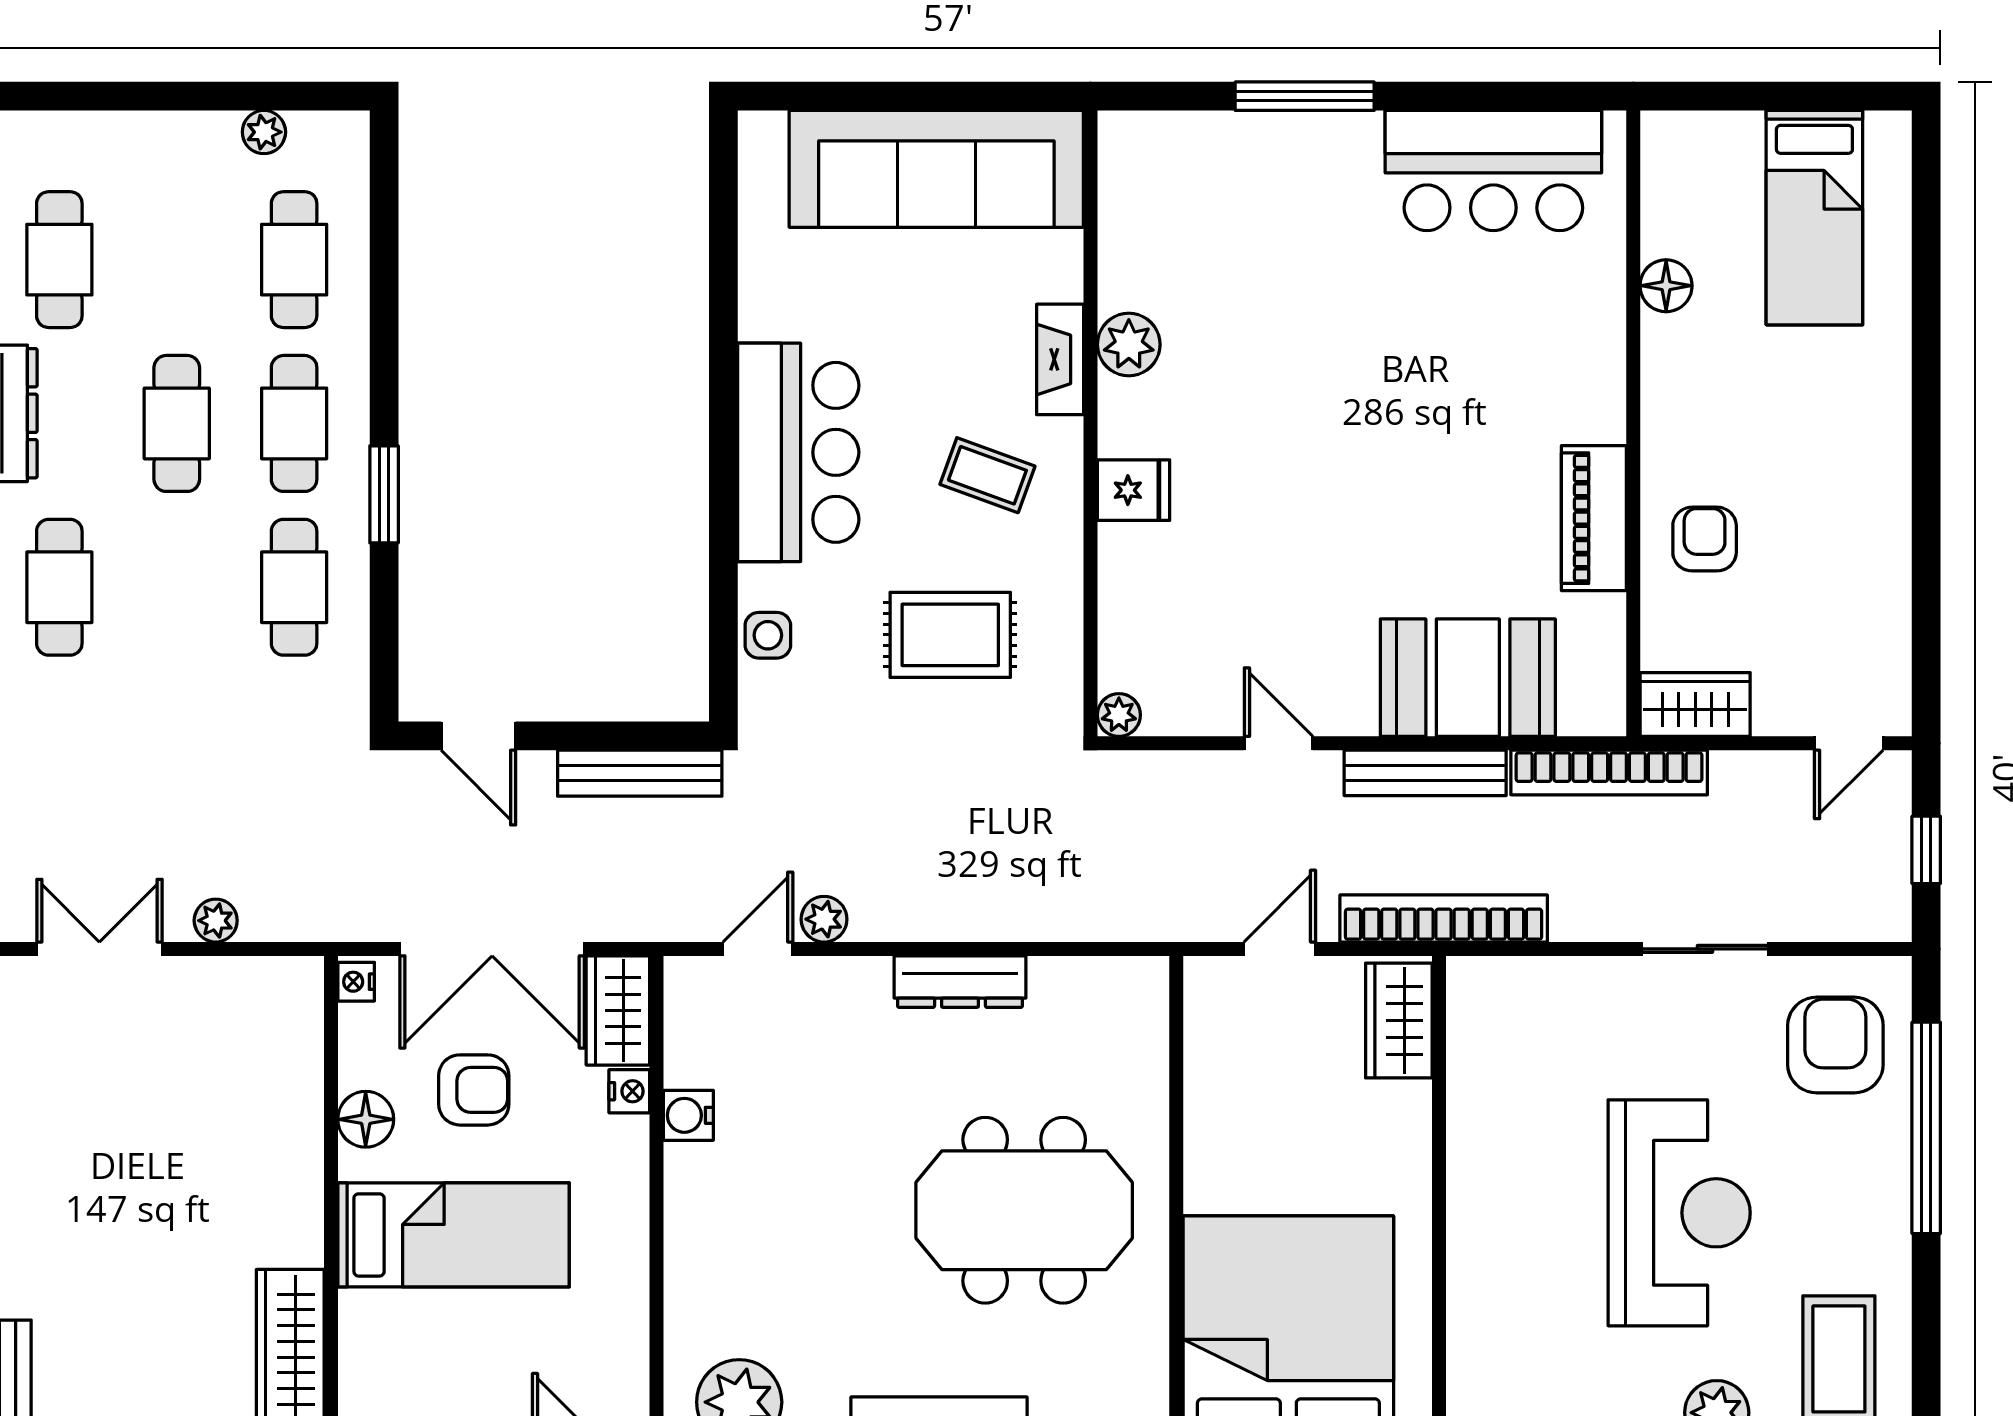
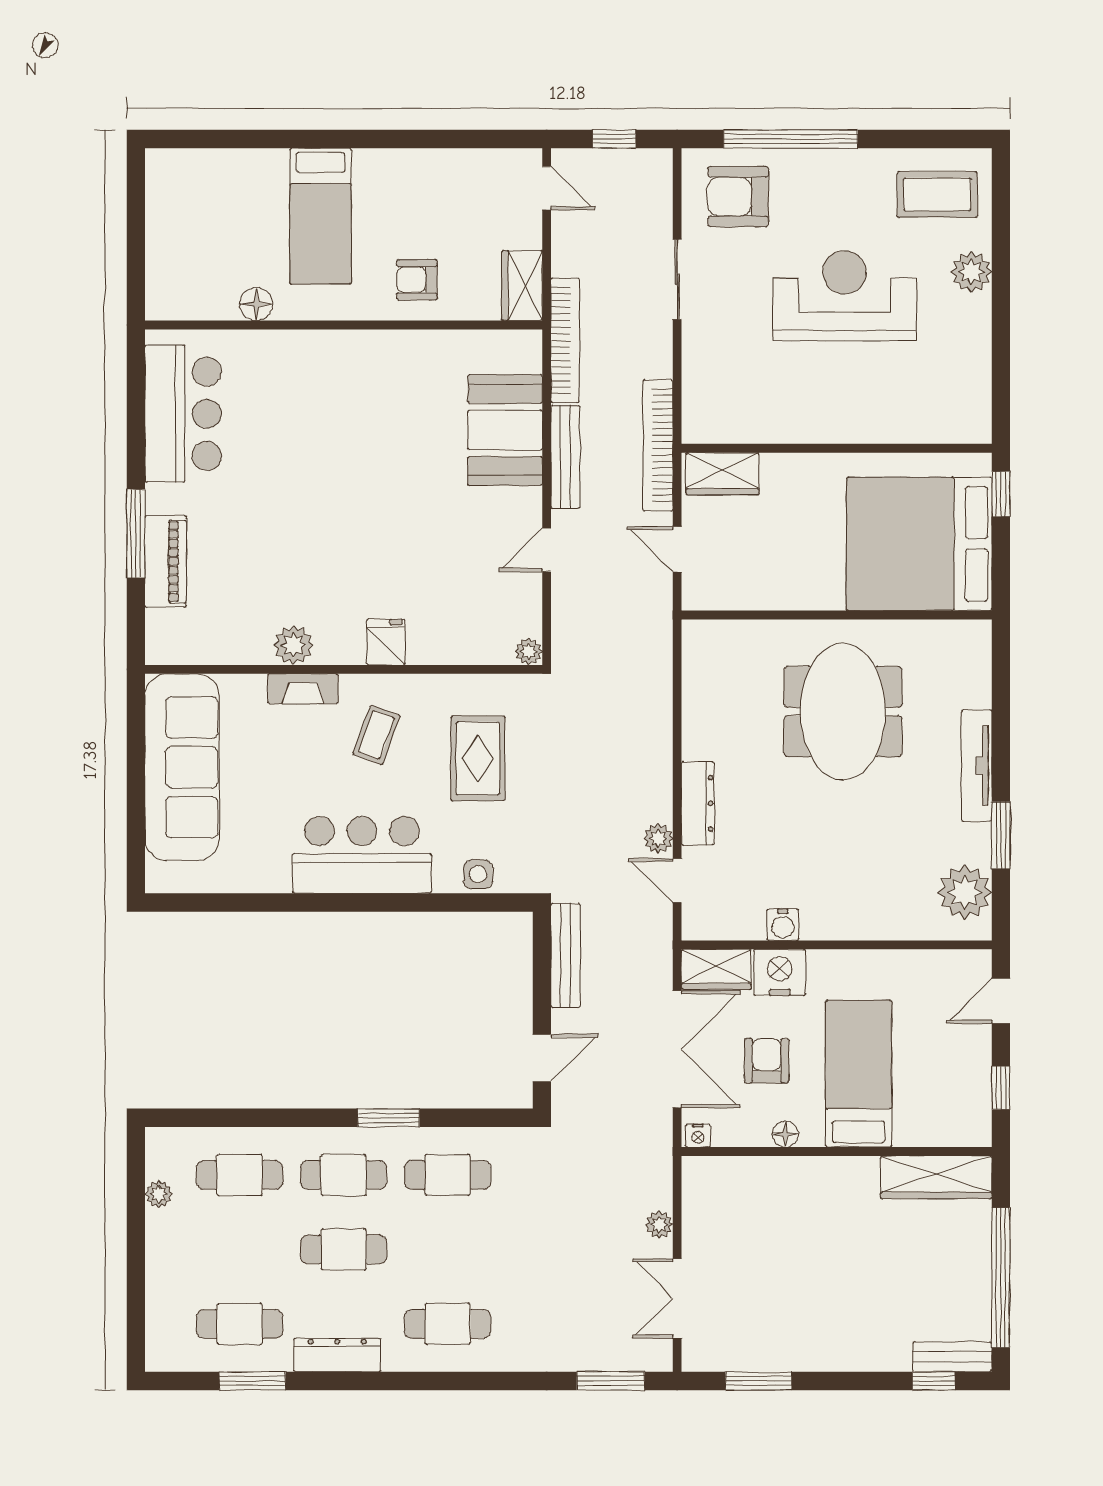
bed: (1814, 218) -> (321, 216), moved, turned 90
piano: (1594, 518) -> (166, 561), moved, turned -90
dresser: (960, 982) -> (698, 803), moved
nightstand: (629, 1091) -> (780, 972), width x1.89, depth x1.79
floor lamp: (366, 1119) -> (785, 1134), width x0.73, depth x0.73

